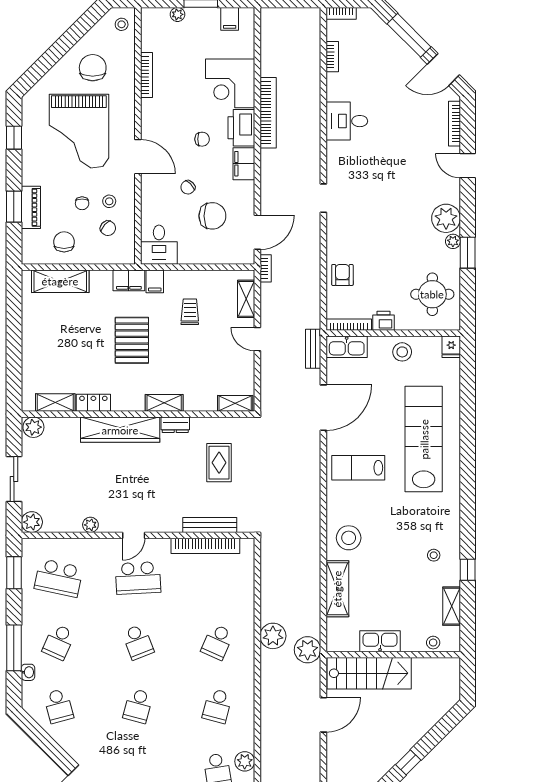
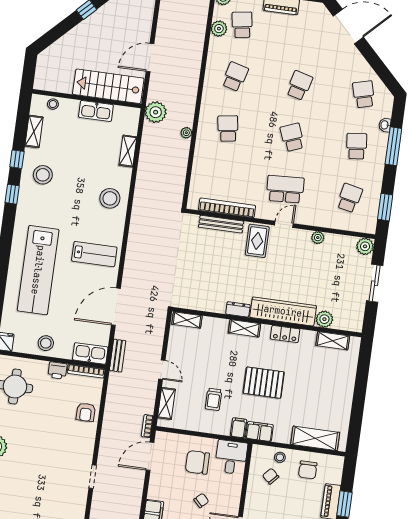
stool: (109, 201) -> (280, 457), moved
chair: (82, 203) -> (289, 499), removed
chair: (212, 216) -> (197, 462), moved
pallet: (132, 340) -> (264, 383), turned 90
locker: (93, 403) -> (285, 334), moved
plant: (33, 427) -> (324, 319), moved
rug: (219, 463) -> (257, 241), moved
window: (468, 527) -> (12, 194), added
stool: (434, 555) -> (43, 175), width x1.89, depth x1.89
school desk: (59, 578) -> (349, 198), width x0.54
shelving: (337, 589) -> (128, 151), width x0.67, depth x0.75
plant: (273, 636) -> (186, 133), width x0.53, depth x0.53
school desk: (59, 642) -> (357, 146), turned -30
school desk: (217, 642) -> (228, 129), turned -33

